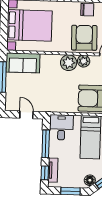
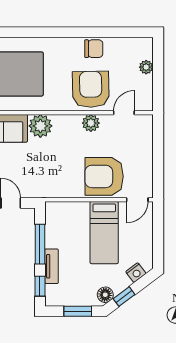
plant: (69, 63) -> (40, 126), moved
desk: (61, 127) -> (62, 220), removed
tv unit: (53, 170) -> (52, 266), moved

